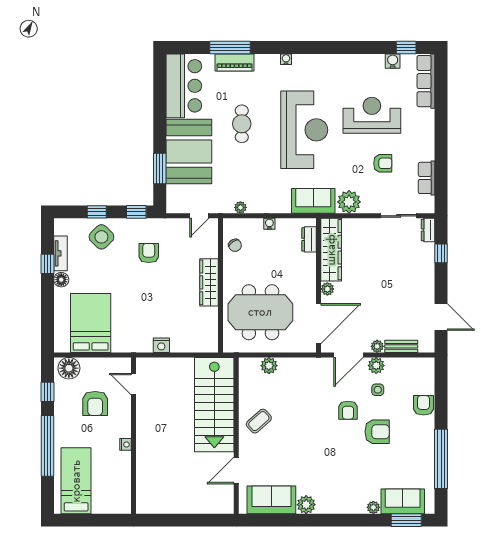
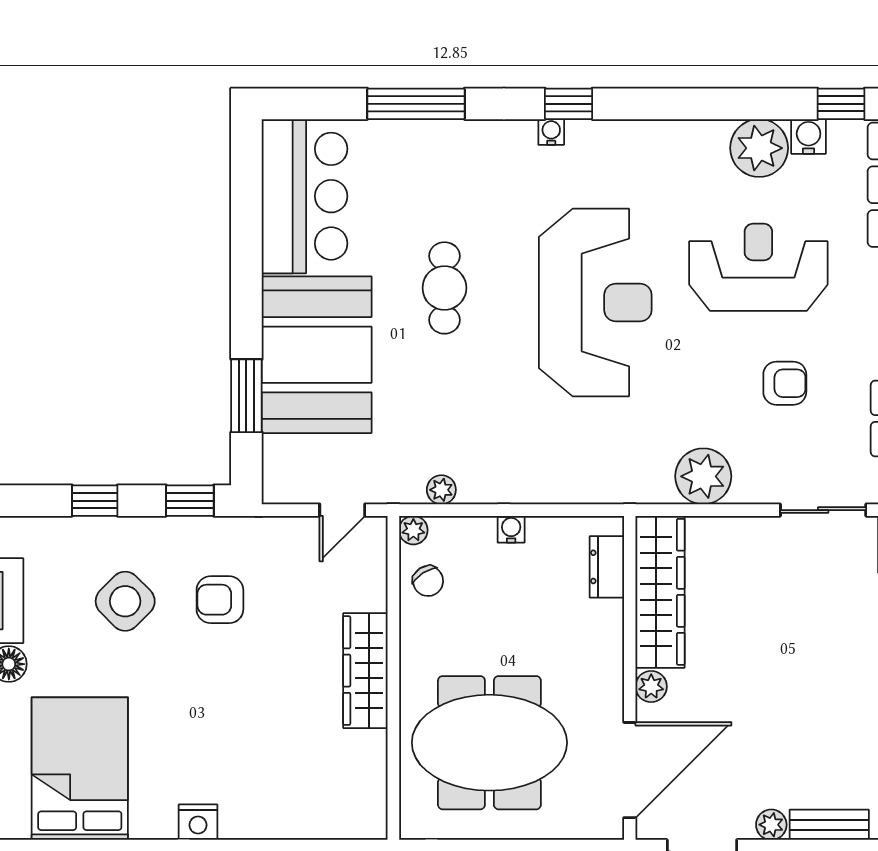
window: (293, 48) -> (569, 104), added
piano: (234, 63) -> (427, 140), removed
plant: (372, 66) -> (759, 148), added
sofa: (313, 201) -> (617, 474), removed
plant: (229, 224) -> (413, 530), added
side table: (101, 237) -> (125, 601), moved
armchair: (149, 253) -> (220, 600), turned -90
nightstand: (161, 345) -> (198, 822), moved

